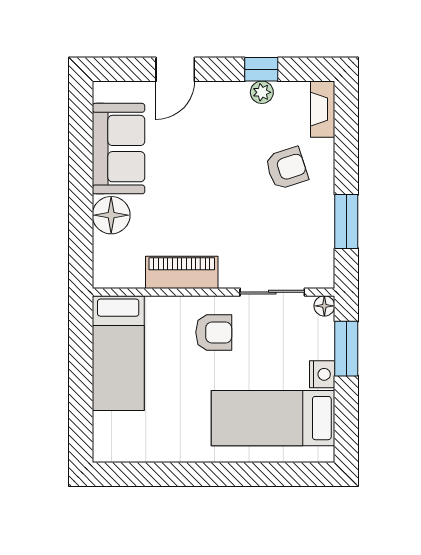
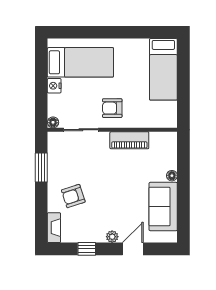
plant: (262, 92) -> (112, 237), moved
floor lamp: (111, 215) -> (172, 176), width x0.53, depth x0.53
window: (346, 349) -> (41, 99), removed
bed: (118, 353) -> (163, 69), moved, turned 180

